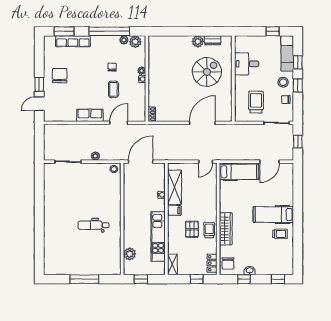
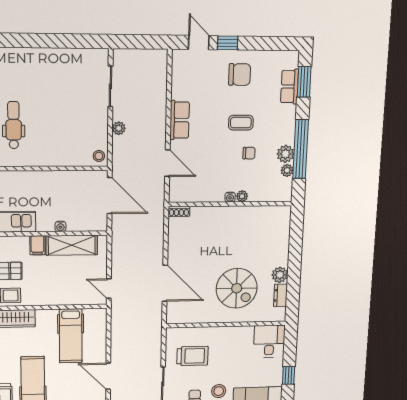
row of seats: (73, 41) -> (290, 87), width x0.68
plant: (135, 42) -> (285, 154), moved
desk: (247, 64) -> (269, 341), moved
coffee table: (113, 89) -> (241, 123), moved
hospital bed: (239, 172) -> (71, 336), moved

